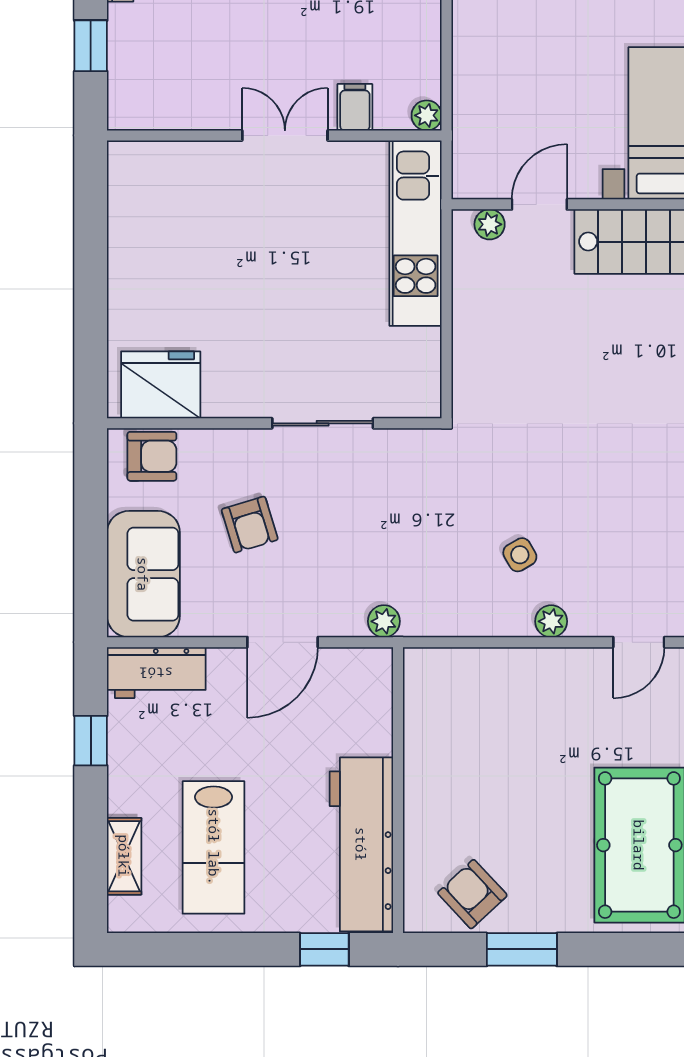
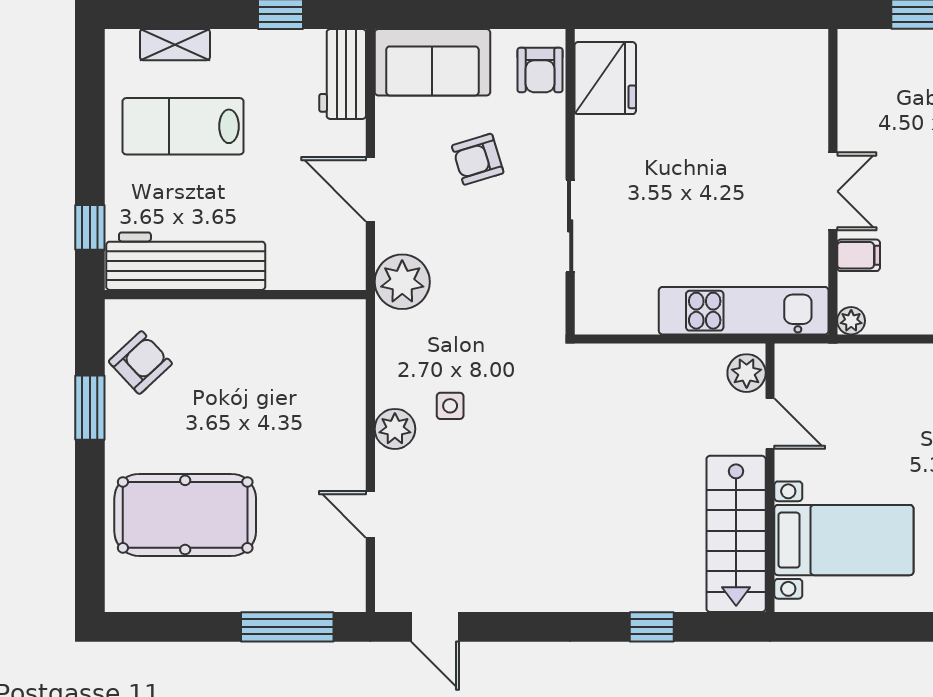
plant: (490, 224) -> (747, 373), width x1.38, depth x1.38
side table: (520, 555) -> (450, 406), turned 30
plant: (384, 621) -> (402, 282), width x1.88, depth x1.88
plant: (551, 621) -> (395, 429), width x1.38, depth x1.38

